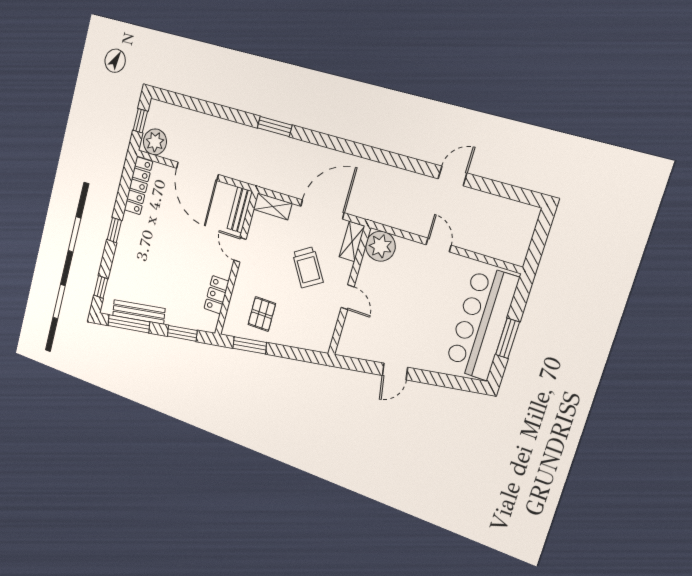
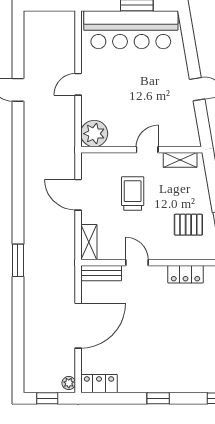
plant: (155, 142) -> (69, 383), width x0.53, depth x0.53
locker: (138, 186) -> (99, 384), width x0.66
door: (322, 209) -> (78, 195), width x0.73
shelving: (352, 242) -> (180, 160), moved
door: (240, 250) -> (137, 263), swing flipped
trolley: (308, 267) -> (133, 194), turned -58

